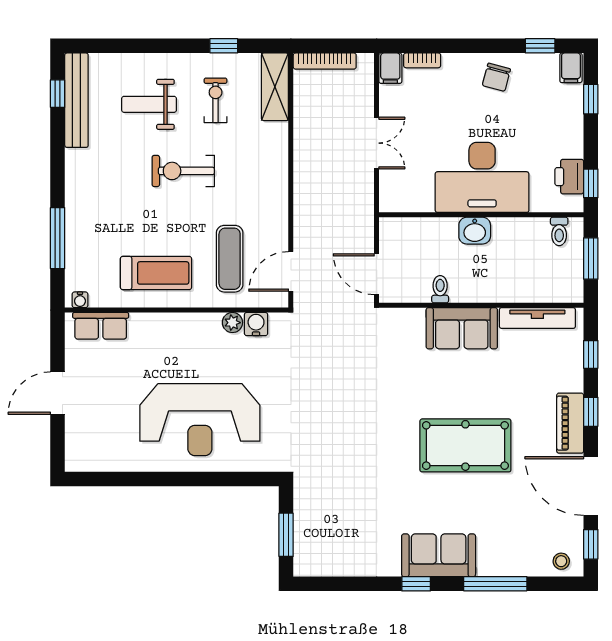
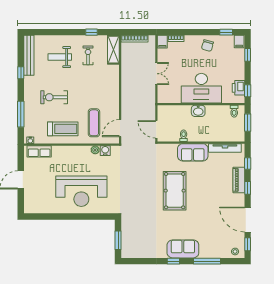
window: (58, 94) -> (21, 73), moved
exercise bike: (183, 171) -> (54, 97), moved
piano: (570, 423) -> (239, 180), moved
pool table: (465, 445) -> (175, 191), moved, turned 90

